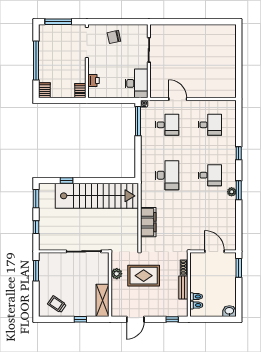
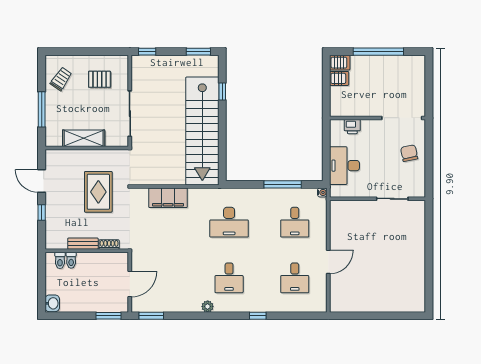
window: (58, 22) -> (429, 81), removed
desk: (136, 83) -> (344, 166), moved, turned 90
server rack: (80, 91) -> (339, 78), moved
door: (178, 99) -> (328, 262), moved
window: (138, 121) -> (283, 184), moved
window: (239, 190) -> (151, 316), moved
window: (36, 227) -> (147, 52), moved
window: (36, 271) -> (105, 52), removed
plant: (117, 274) -> (101, 157), removed
pallet: (57, 275) -> (100, 79), added
shelving: (103, 300) -> (84, 138), moved
window: (80, 319) -> (42, 109), width x2.17
window: (172, 319) -> (42, 213), moved

